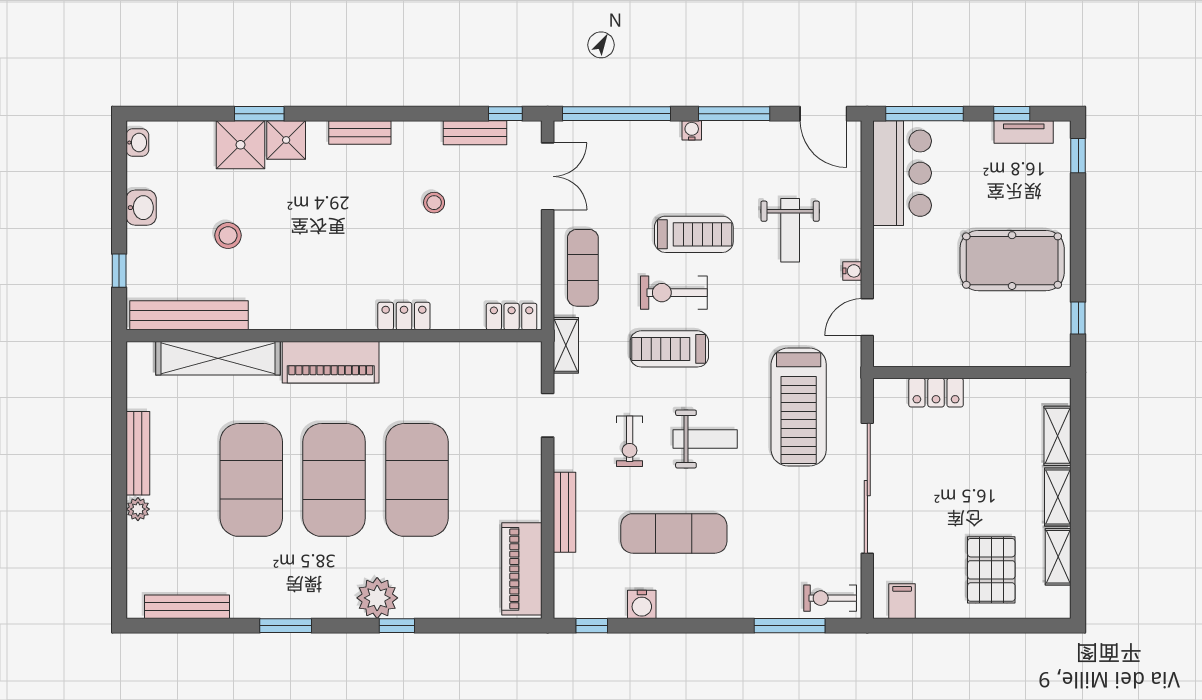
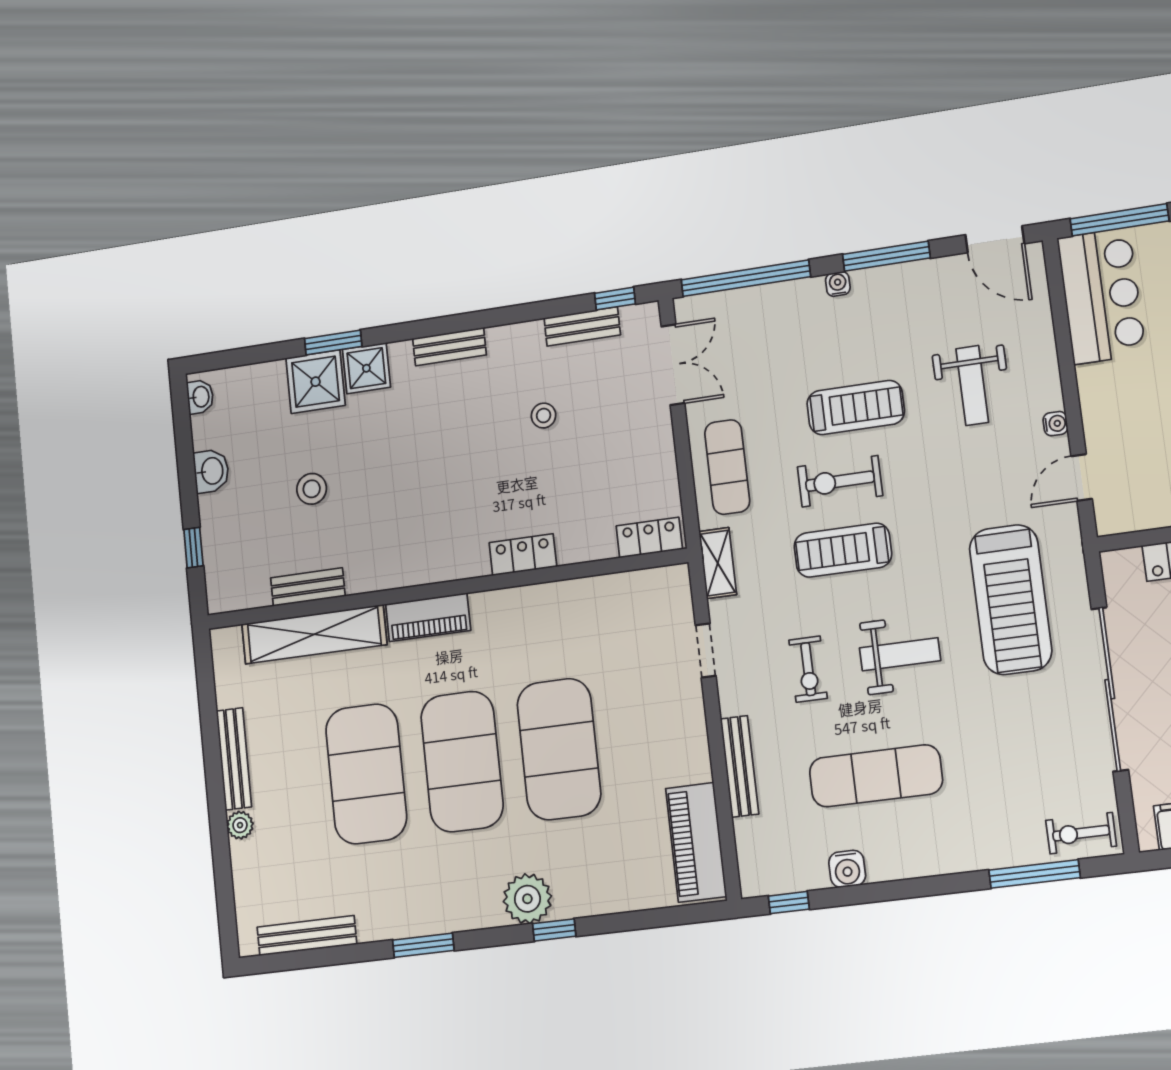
bench: (189, 315) -> (308, 587), width x0.54, depth x0.82
piano: (331, 362) -> (428, 617), width x0.73, depth x0.75

